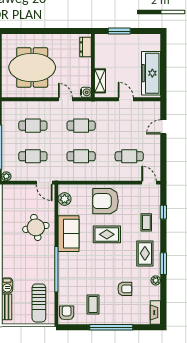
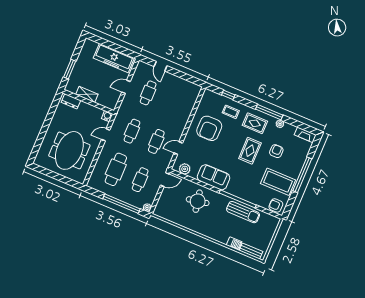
shelving: (100, 81) -> (87, 94), moved
cafe table: (33, 126) -> (116, 169), width x1.37, depth x1.35
cafe table: (129, 156) -> (148, 93), moved
door: (149, 183) -> (178, 148), moved
armchair: (106, 201) -> (209, 128), moved
rug: (107, 234) -> (250, 151), moved
window: (163, 264) -> (269, 112), width x1.44
sun lounger: (39, 303) -> (243, 212), moved
coffee table: (93, 305) -> (278, 182), width x1.86, depth x1.72

